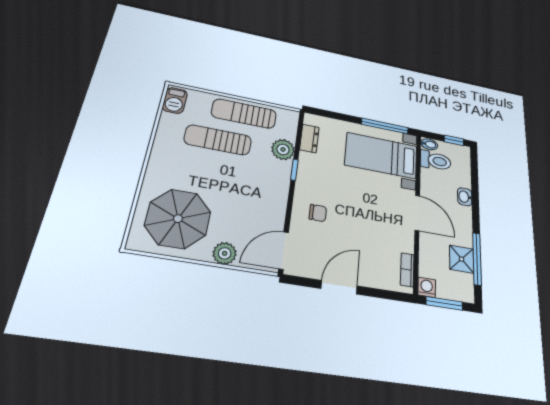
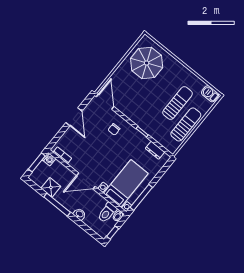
plant: (283, 149) -> (156, 133), removed
plant: (225, 253) -> (119, 75), removed
window: (477, 259) -> (57, 205), moved

